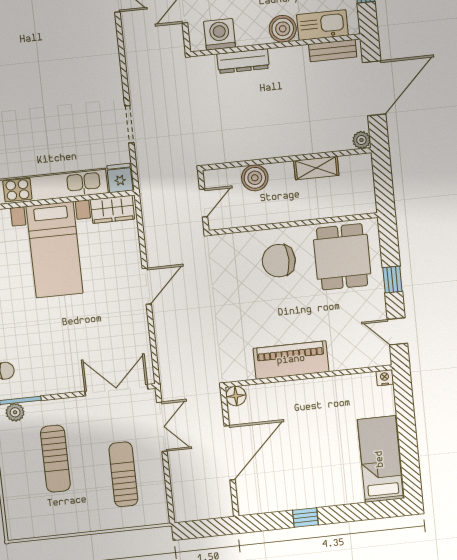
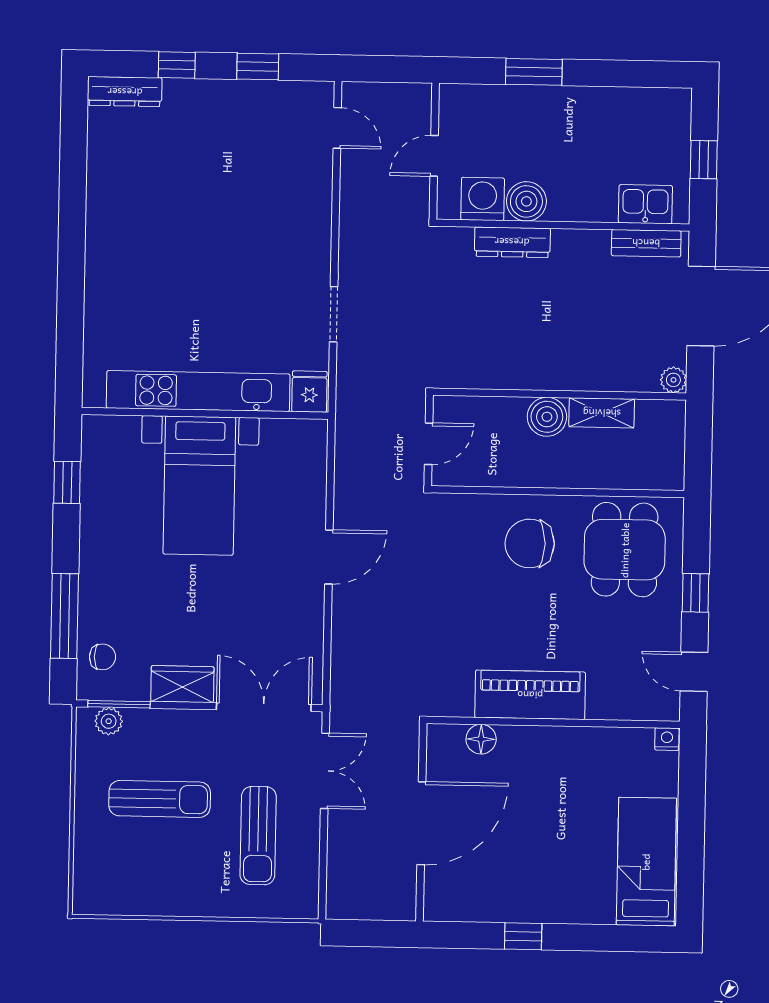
kitchen sink: (322, 25) -> (645, 204), width x0.73
boiler: (283, 29) -> (526, 201), moved
boiler: (255, 178) -> (547, 417), moved
wardrobe: (112, 209) -> (182, 684), moved, turned 180
floor lamp: (236, 396) -> (481, 739), moved
sun lounger: (55, 459) -> (160, 799), turned -90
sun lounger: (123, 474) -> (258, 836), turned 180

